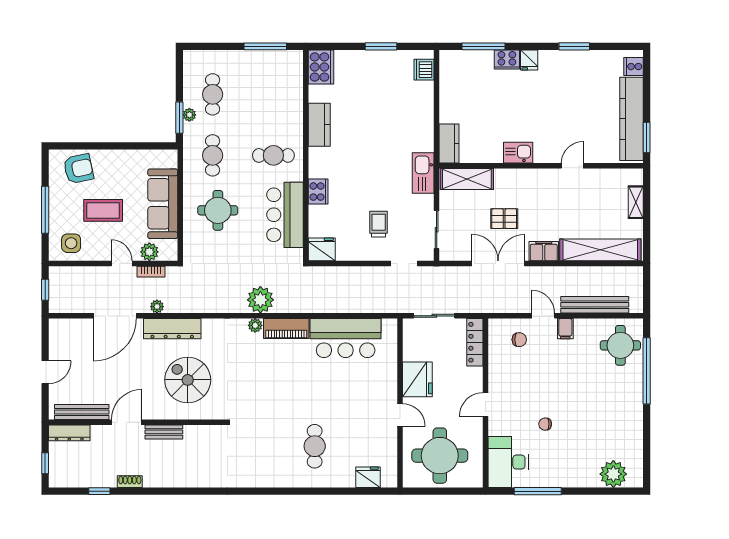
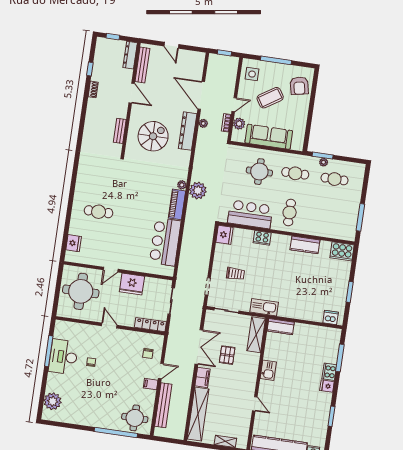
coffee table: (103, 210) -> (270, 98), turned 57
bench: (164, 432) -> (120, 131), moved
desk: (508, 462) -> (63, 357), moved, turned -90

